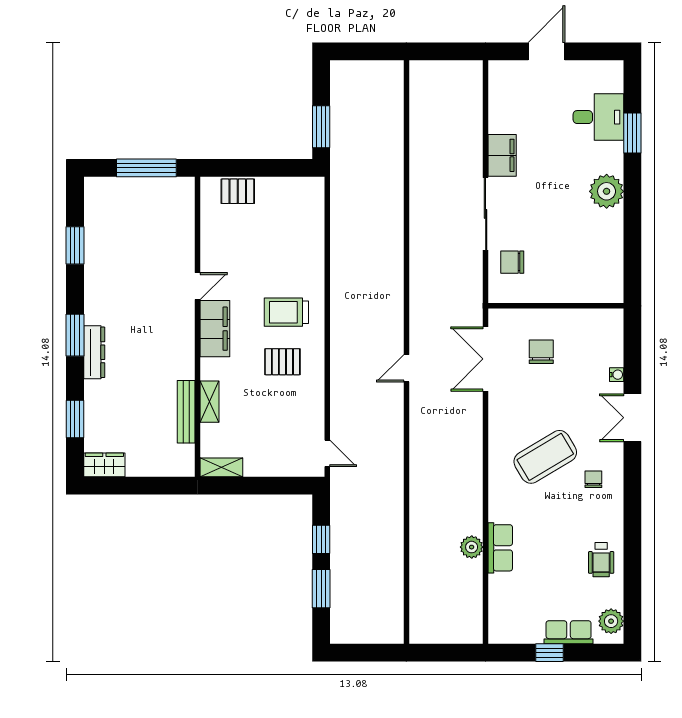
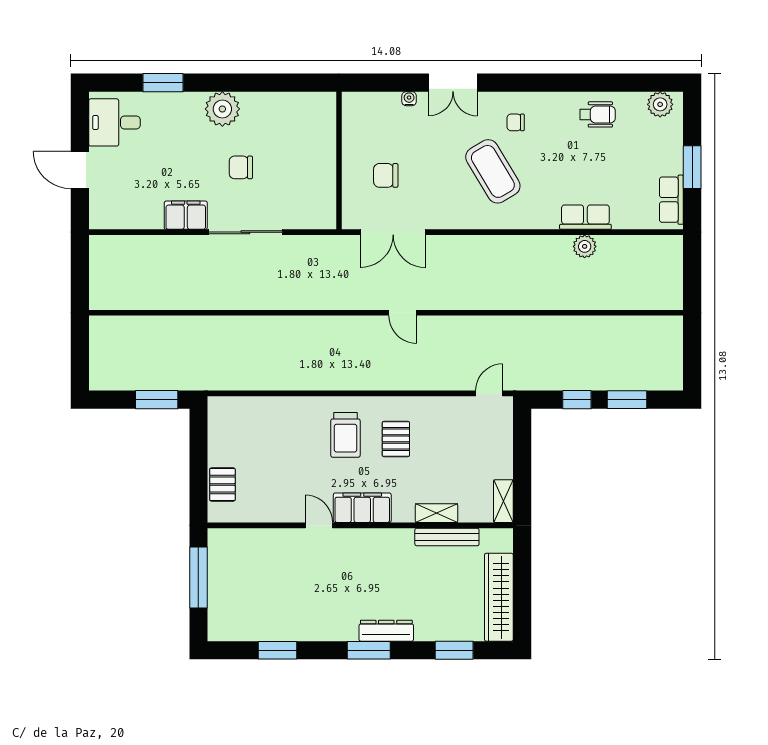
desk: (598, 117) -> (114, 122), moved, turned -90
chair: (512, 262) -> (241, 167), moved, turned 90
wardrobe: (104, 465) -> (499, 597), width x2.10, depth x1.17
row of seats: (569, 632) -> (671, 200), moved
window: (549, 653) -> (692, 167), width x1.50

